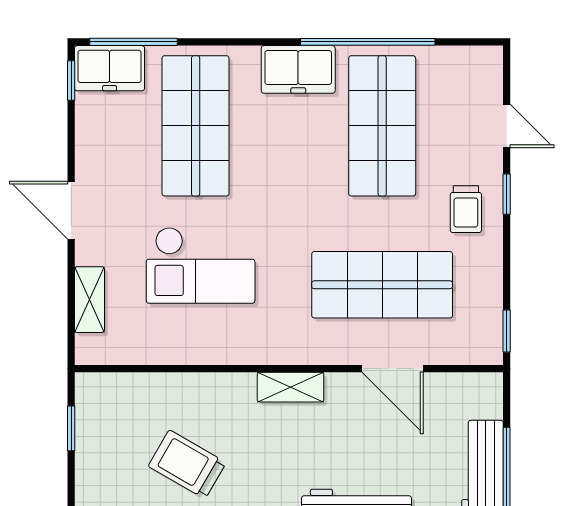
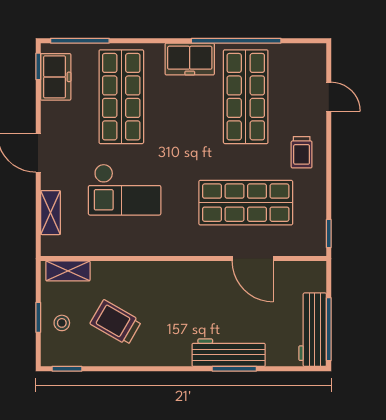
freezer: (110, 68) -> (56, 77), moved, turned -90
window: (507, 194) -> (329, 142), removed
shelving: (291, 387) -> (68, 271), moved
window: (71, 428) -> (38, 317), moved
stool: (106, 465) -> (62, 323), added

